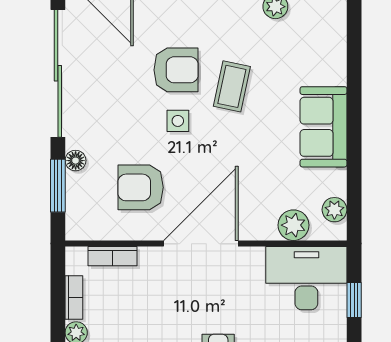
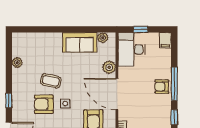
armchair: (176, 70) -> (44, 104), turned -90
sofa: (323, 127) -> (80, 42), moved
plant: (293, 225) -> (109, 67), moved

